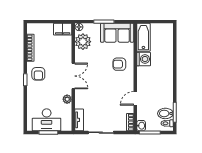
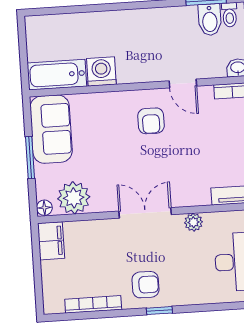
armchair: (119, 64) -> (151, 121), moved

